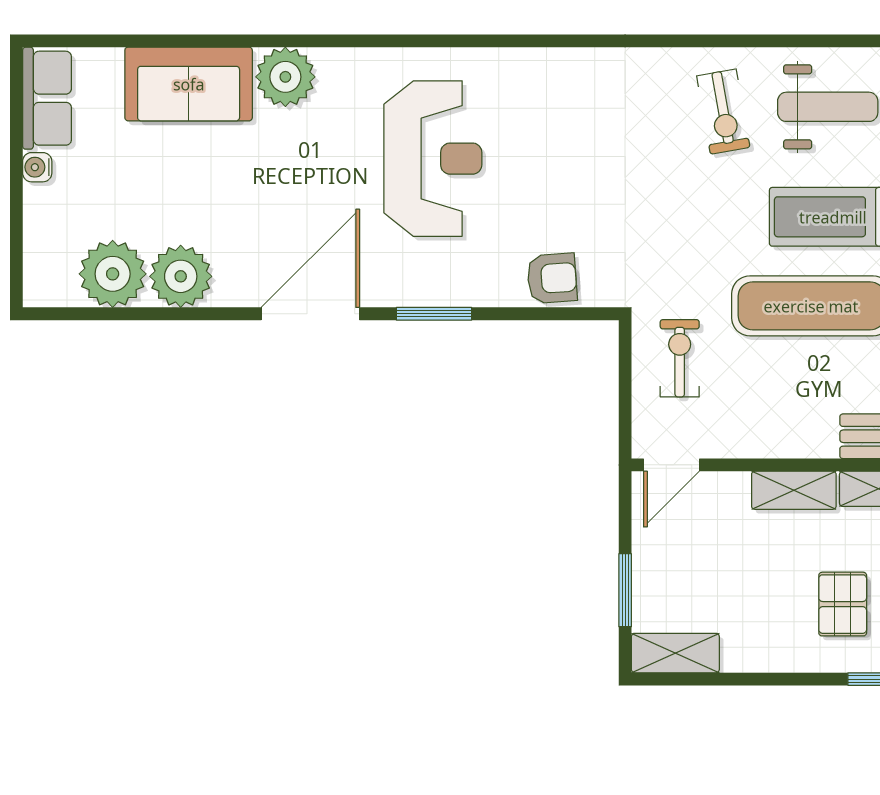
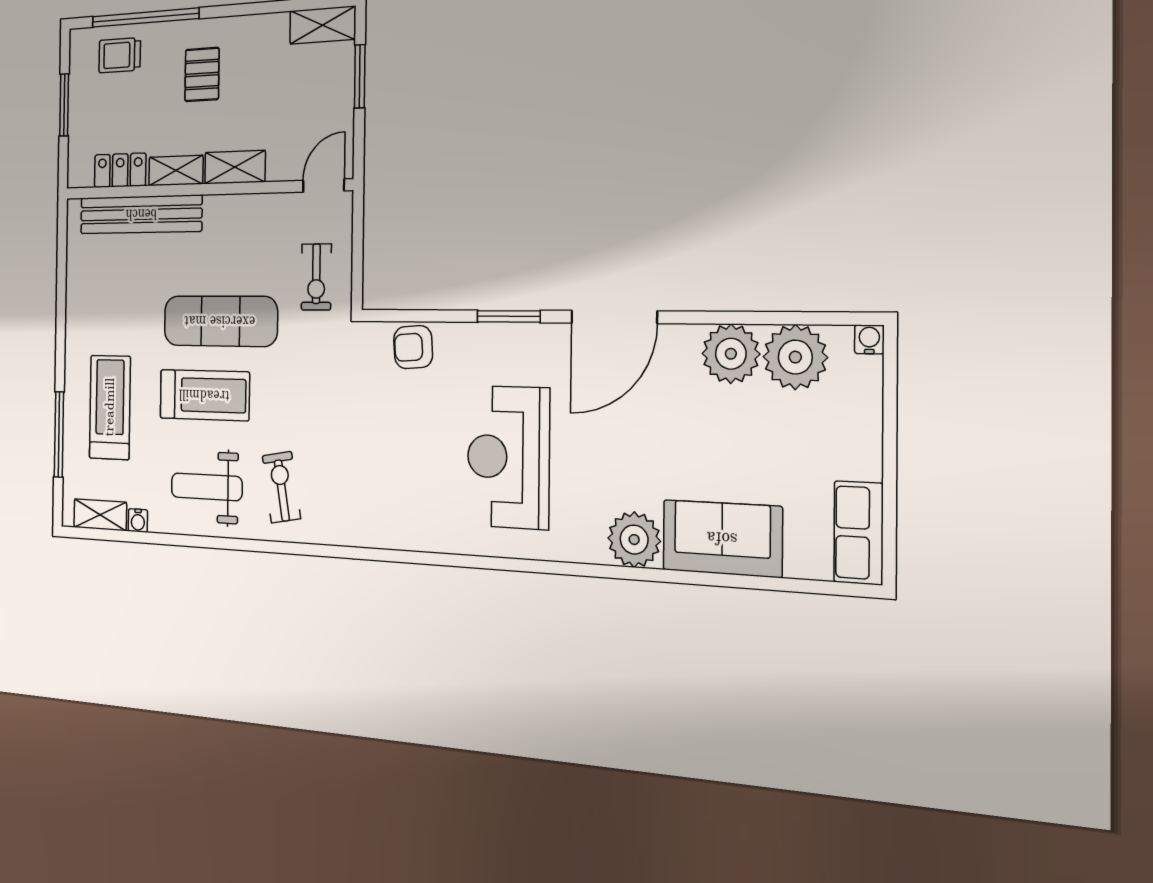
water cooler: (37, 167) -> (869, 339), moved, turned -90

